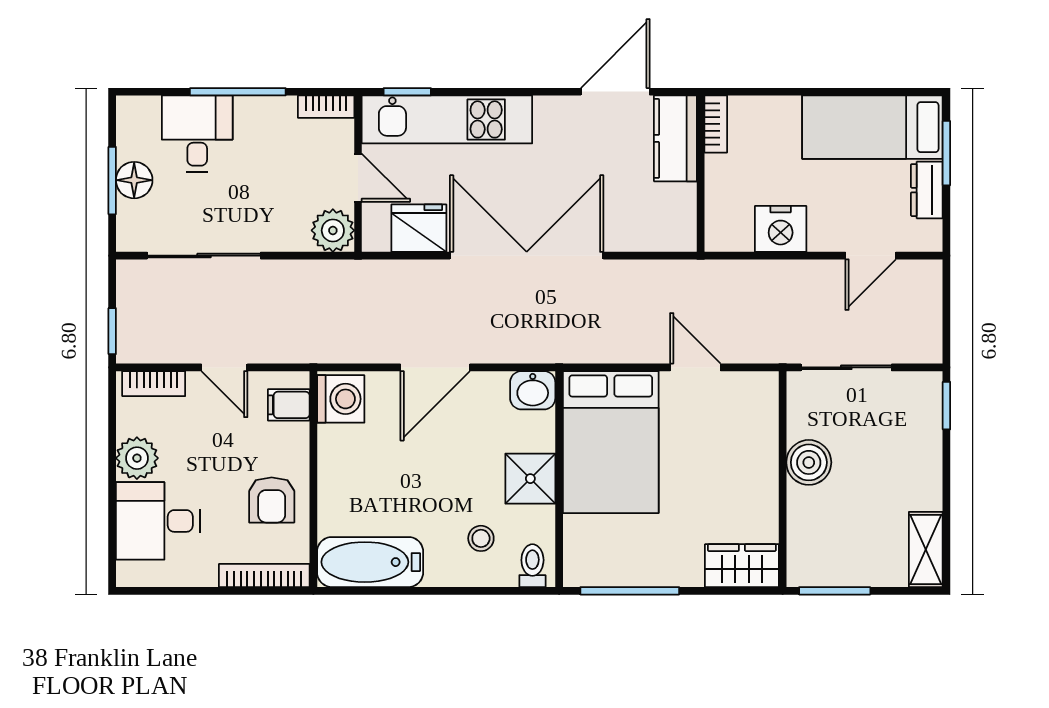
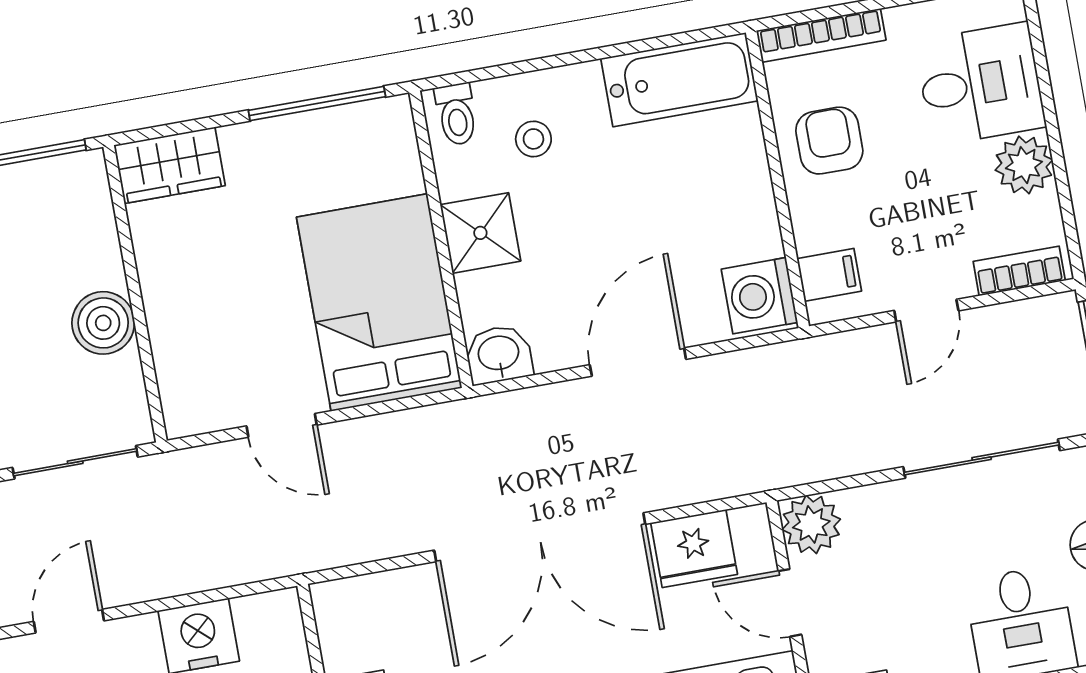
door: (224, 367) -> (926, 311), swing flipped

